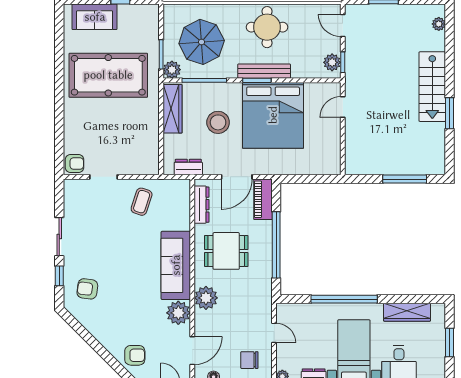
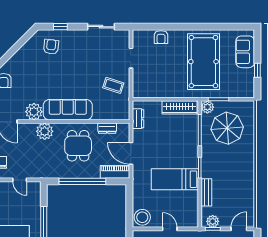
round table: (267, 27) -> (238, 175), removed
bench: (264, 71) -> (206, 192), moved, width x0.73
door: (343, 107) -> (170, 229), moved
bed: (273, 115) -> (175, 179), width x0.49
stool: (218, 122) -> (142, 217), moved
armchair: (75, 164) -> (161, 37), moved
dresser: (201, 205) -> (107, 128), width x0.70
sliding door: (59, 237) -> (101, 27), moved
door: (274, 333) -> (20, 180), hinge flipped

